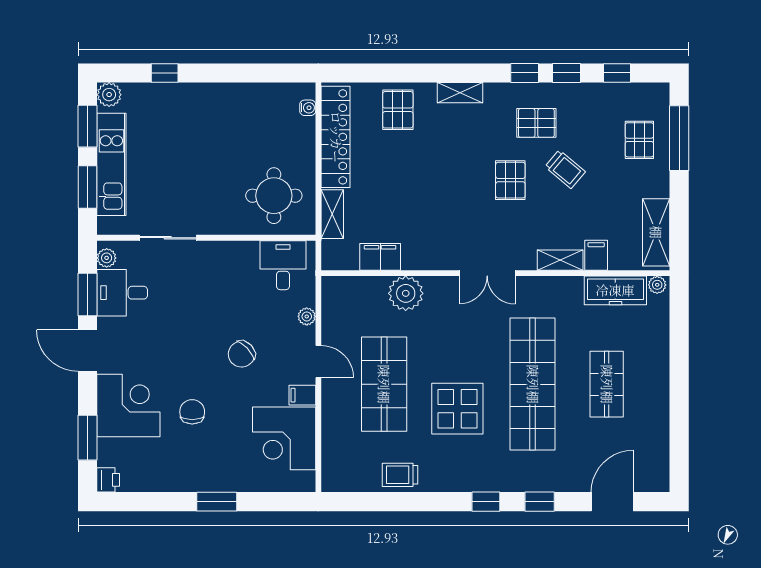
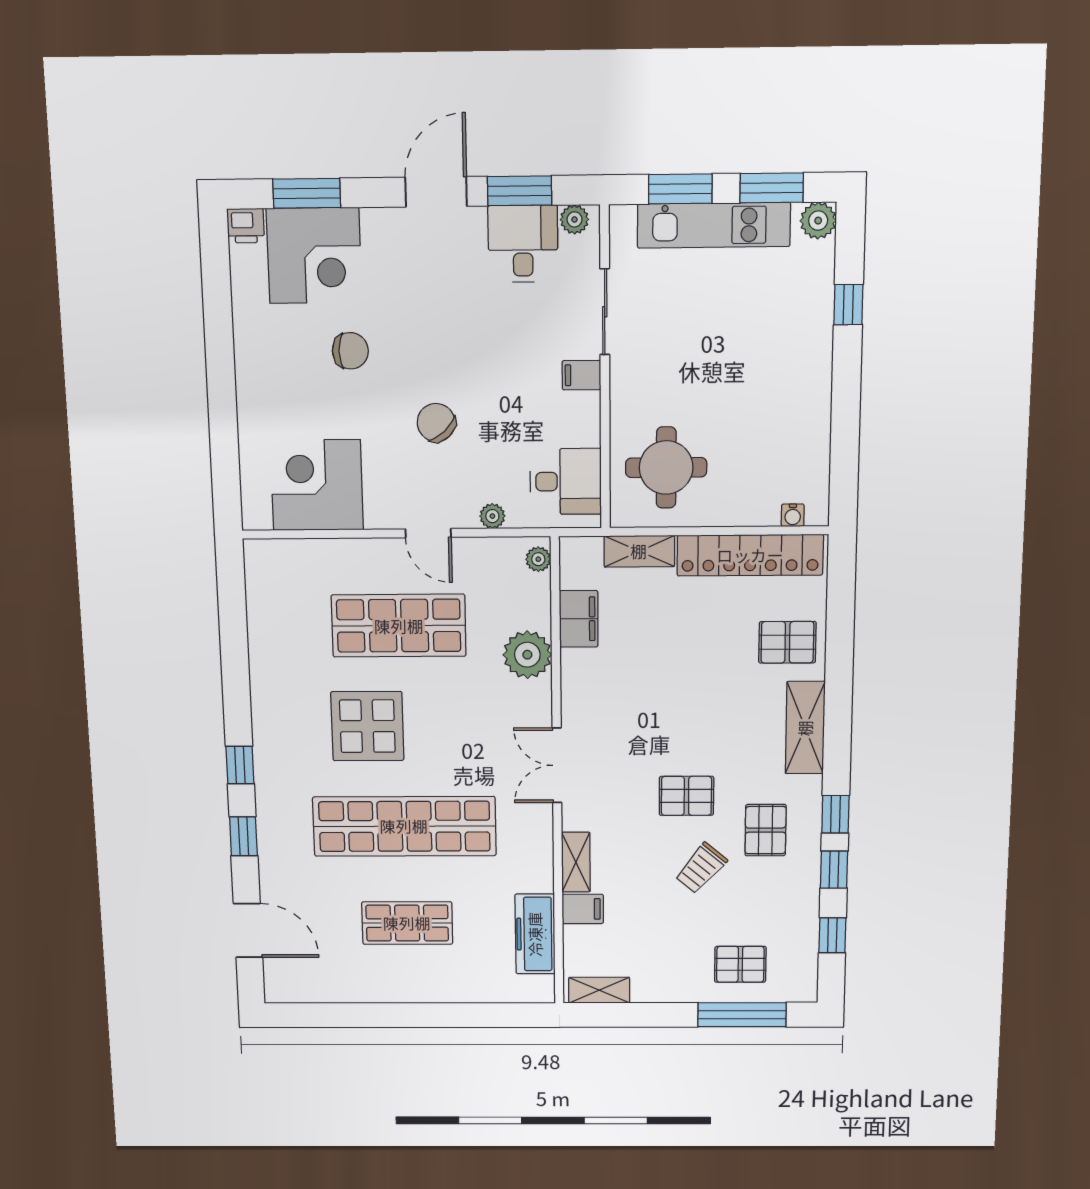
shelving: (460, 93) -> (805, 728), width x1.50, depth x1.33
shelving: (656, 232) -> (599, 990), width x0.67, depth x0.75
plant: (657, 285) -> (538, 559), moved
door: (318, 362) -> (428, 533), hinge flipped
filing cabinet: (302, 395) -> (581, 375), moved, turned -90
corner desk: (128, 406) -> (314, 256), moved
trolley: (400, 475) -> (272, 648), removed
window: (217, 502) -> (221, 388), removed

